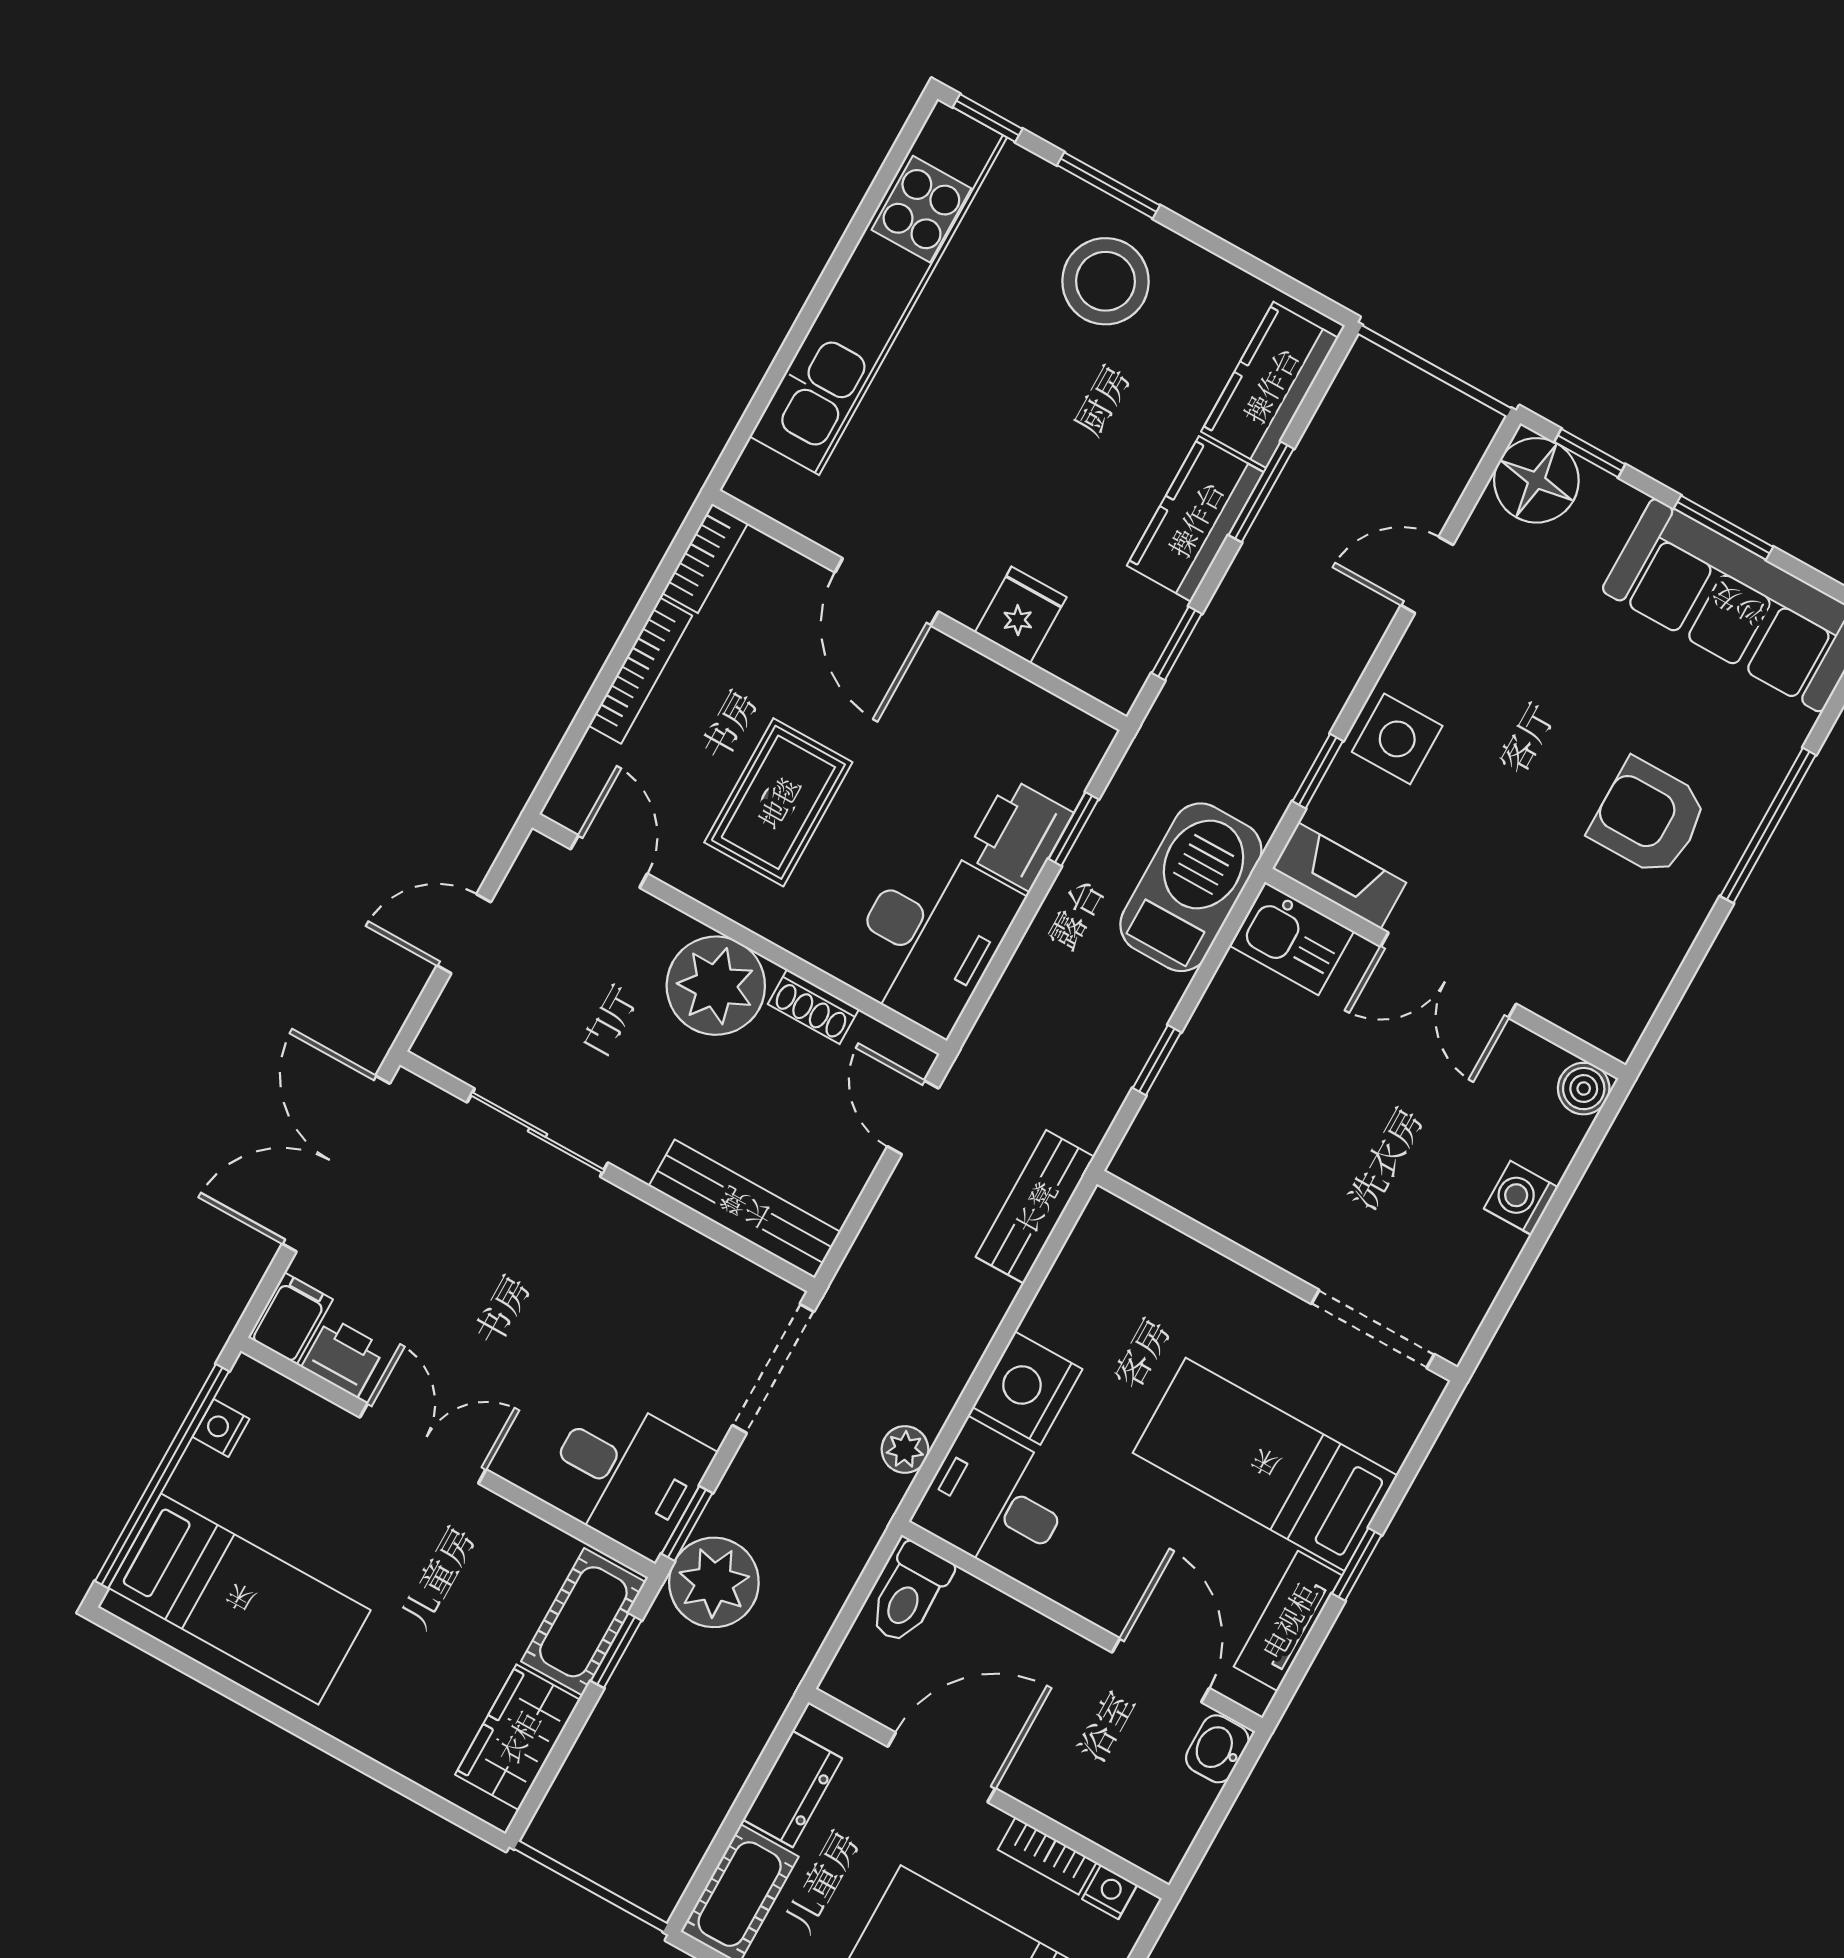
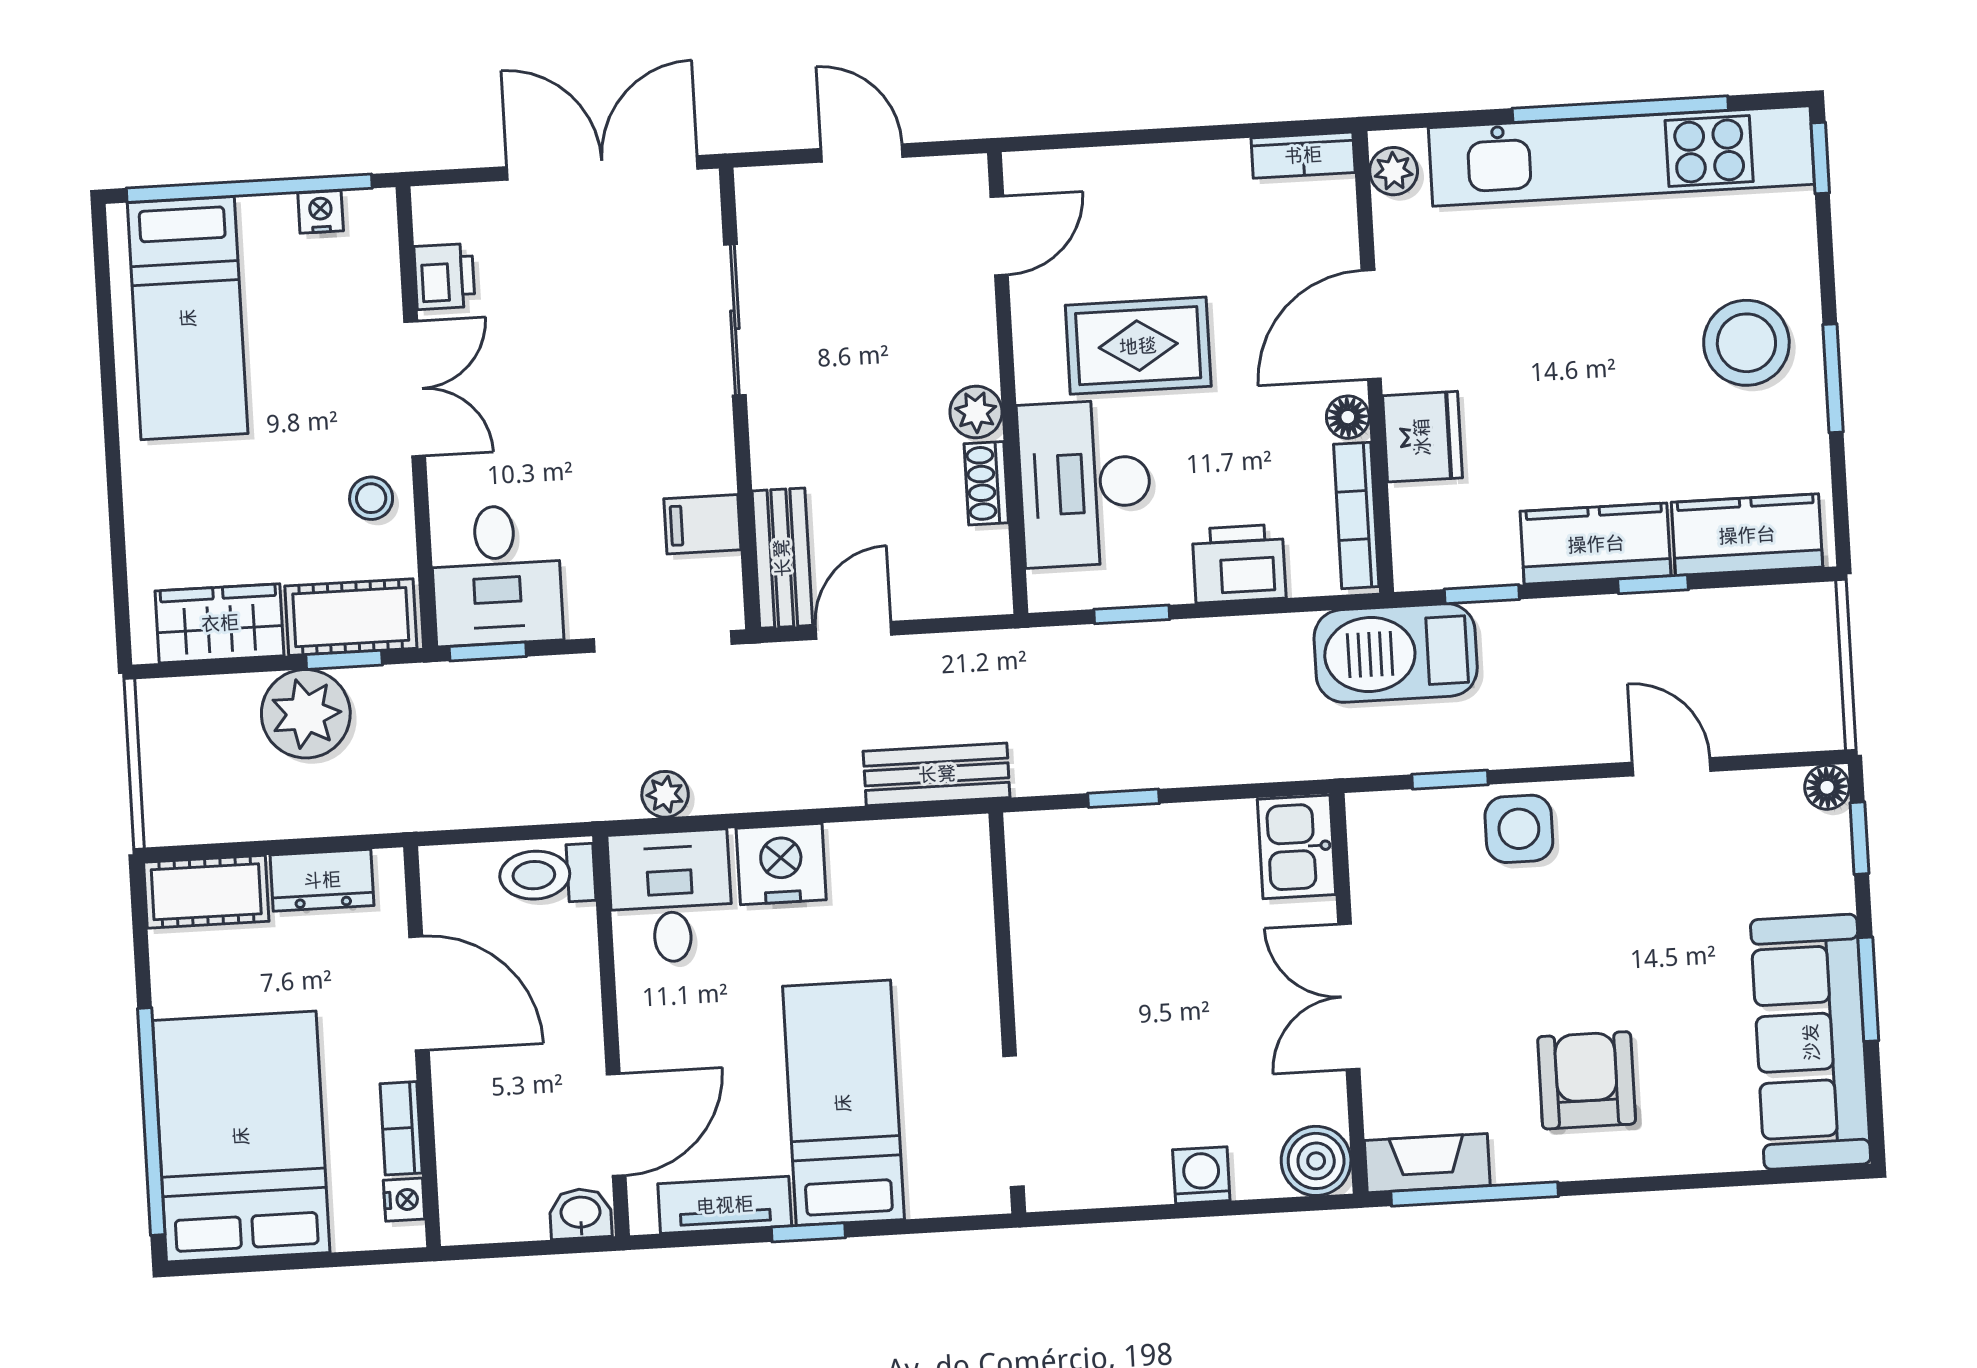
window: (1109, 185) -> (1833, 378), moved
window: (838, 262) -> (1620, 109), added
floor lamp: (1536, 480) -> (1827, 787), width x0.53, depth x0.53
plant: (768, 490) -> (1394, 171), added
window: (1261, 492) -> (1653, 584), width x0.67
fridge: (1021, 615) -> (1422, 437), width x1.38
floor lamp: (953, 662) -> (1348, 417), added
bookcase: (640, 671) -> (1356, 515), moved, turned 90
window: (1768, 826) -> (1475, 1194), moved
window: (1073, 829) -> (1132, 614), moved
fireplace: (1339, 876) -> (1427, 1163), moved, turned -90
barbecue: (1191, 887) -> (1396, 653), moved, turned 180
desk: (930, 937) -> (1085, 483), moved, turned 90
plant: (716, 986) -> (976, 412), width x0.53, depth x0.53
boiler: (1584, 1089) -> (1316, 1161), width x1.36, depth x1.36
door: (913, 1117) -> (854, 630), moved
bench: (745, 1209) -> (782, 558), width x0.73
filing cabinet: (290, 1318) -> (702, 524), moved, turned 180
stool: (493, 1540) -> (371, 498), added
plant: (714, 1582) -> (306, 714), moved

